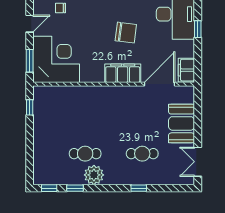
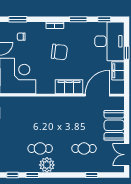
chair: (126, 33) -> (59, 52), moved
filing cabinet: (186, 70) -> (118, 71), moved
window: (139, 188) -> (92, 175), moved

